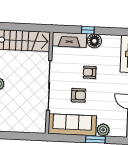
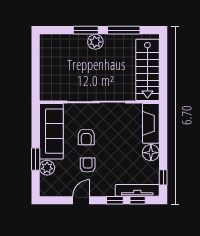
window: (88, 30) -> (163, 177), moved
armchair: (90, 72) -> (88, 165), moved

